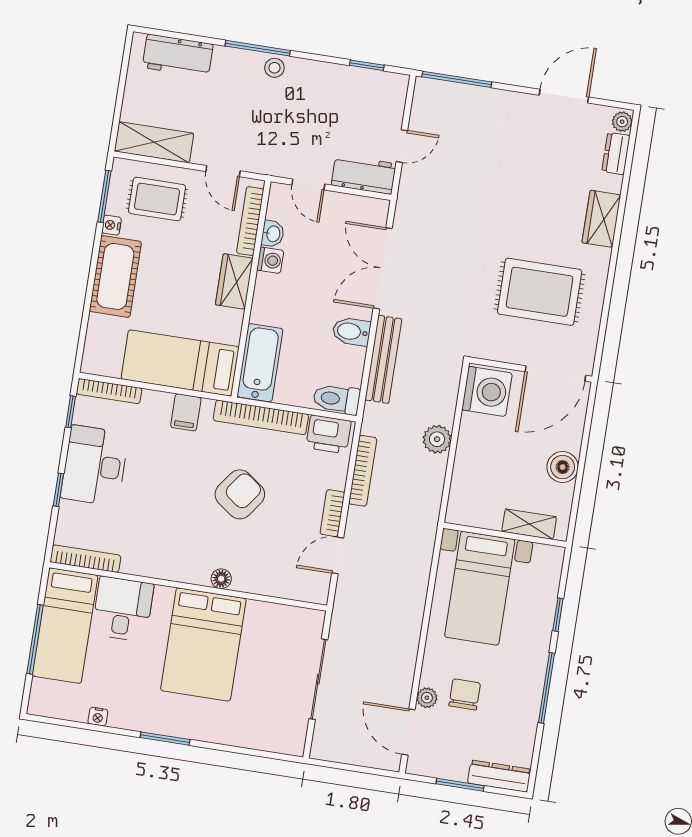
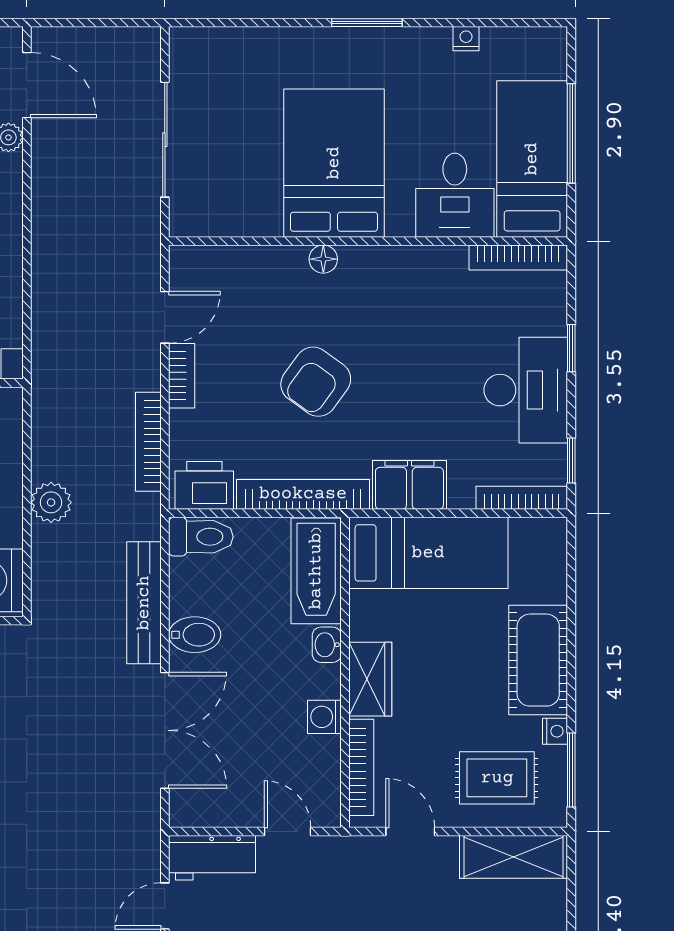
washbasin: (273, 234) -> (327, 645), moved
filing cabinet: (186, 412) -> (409, 485), width x2.00

